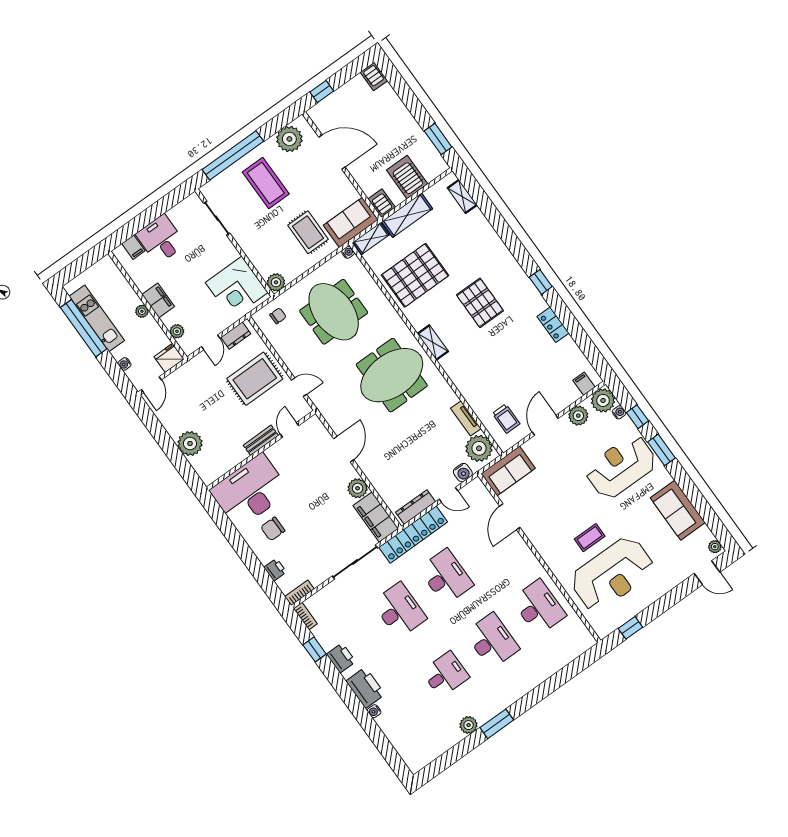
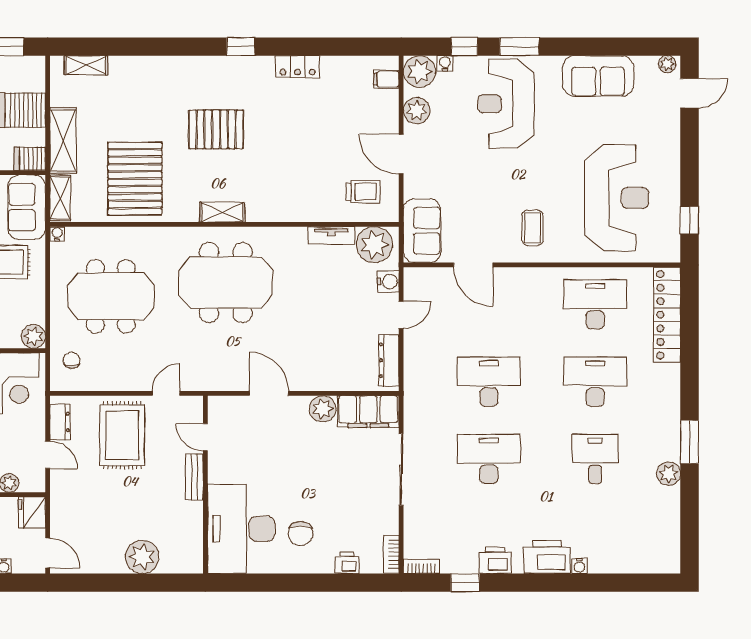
meeting table: (392, 375) -> (226, 283), turned 90
locker: (413, 535) -> (667, 315), moved, turned 180
coffee table: (590, 538) -> (533, 228), moved

